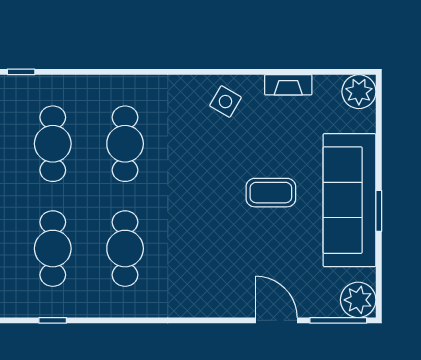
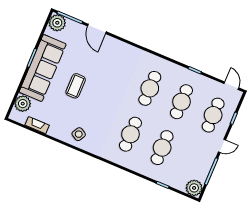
fireplace: (288, 85) -> (37, 125), moved
plant: (359, 92) -> (23, 104), moved
coffee table: (271, 193) -> (76, 86), turned 90

